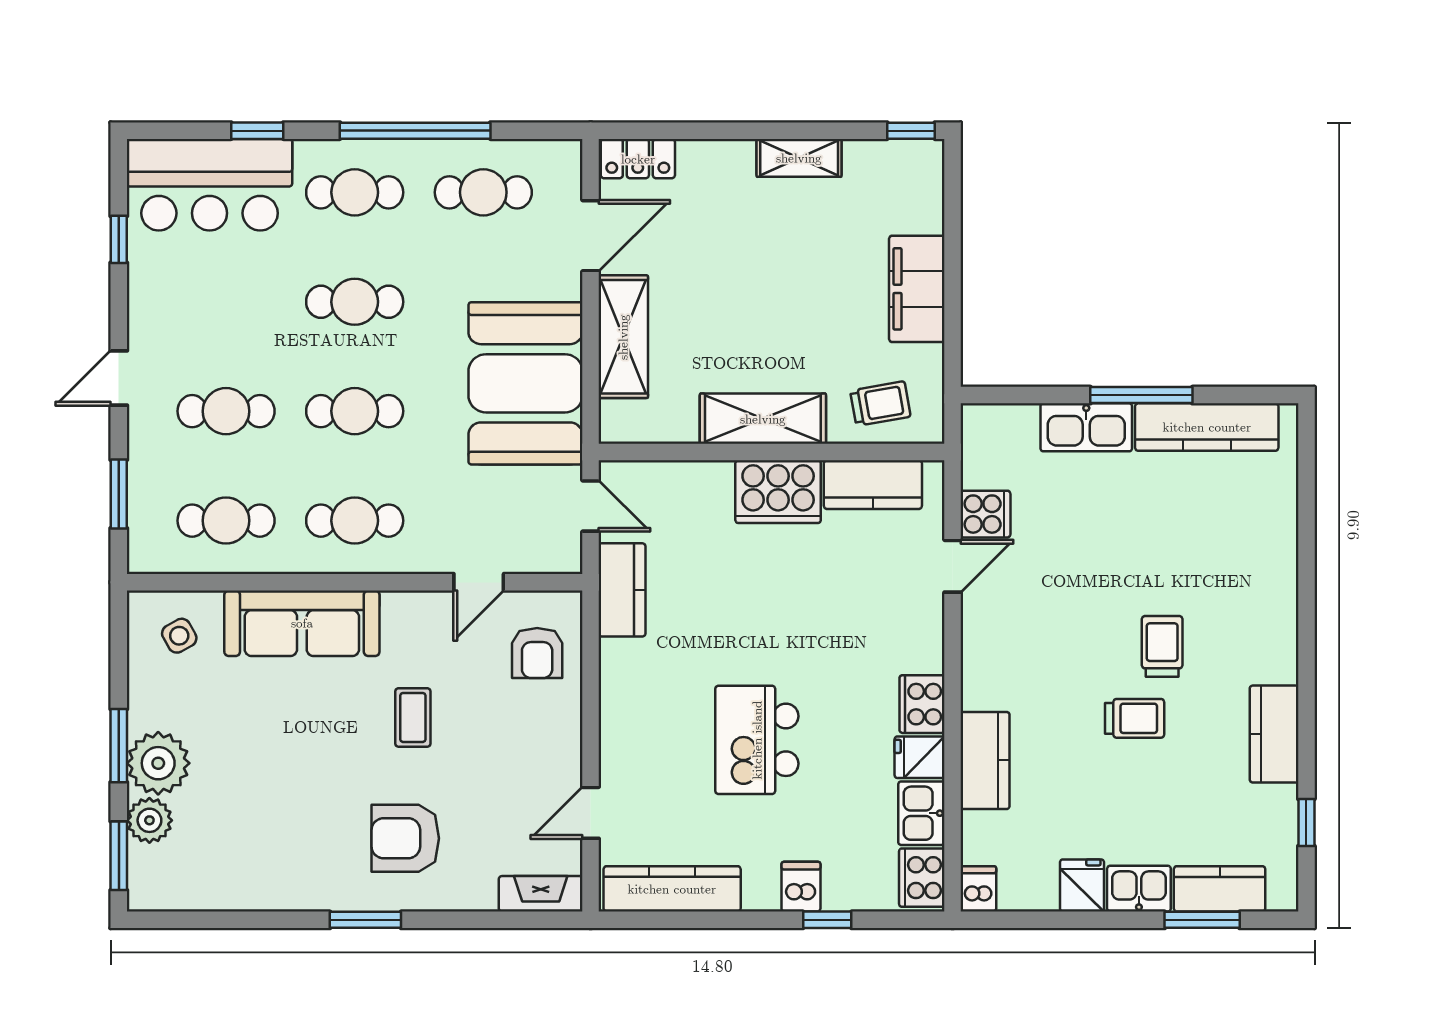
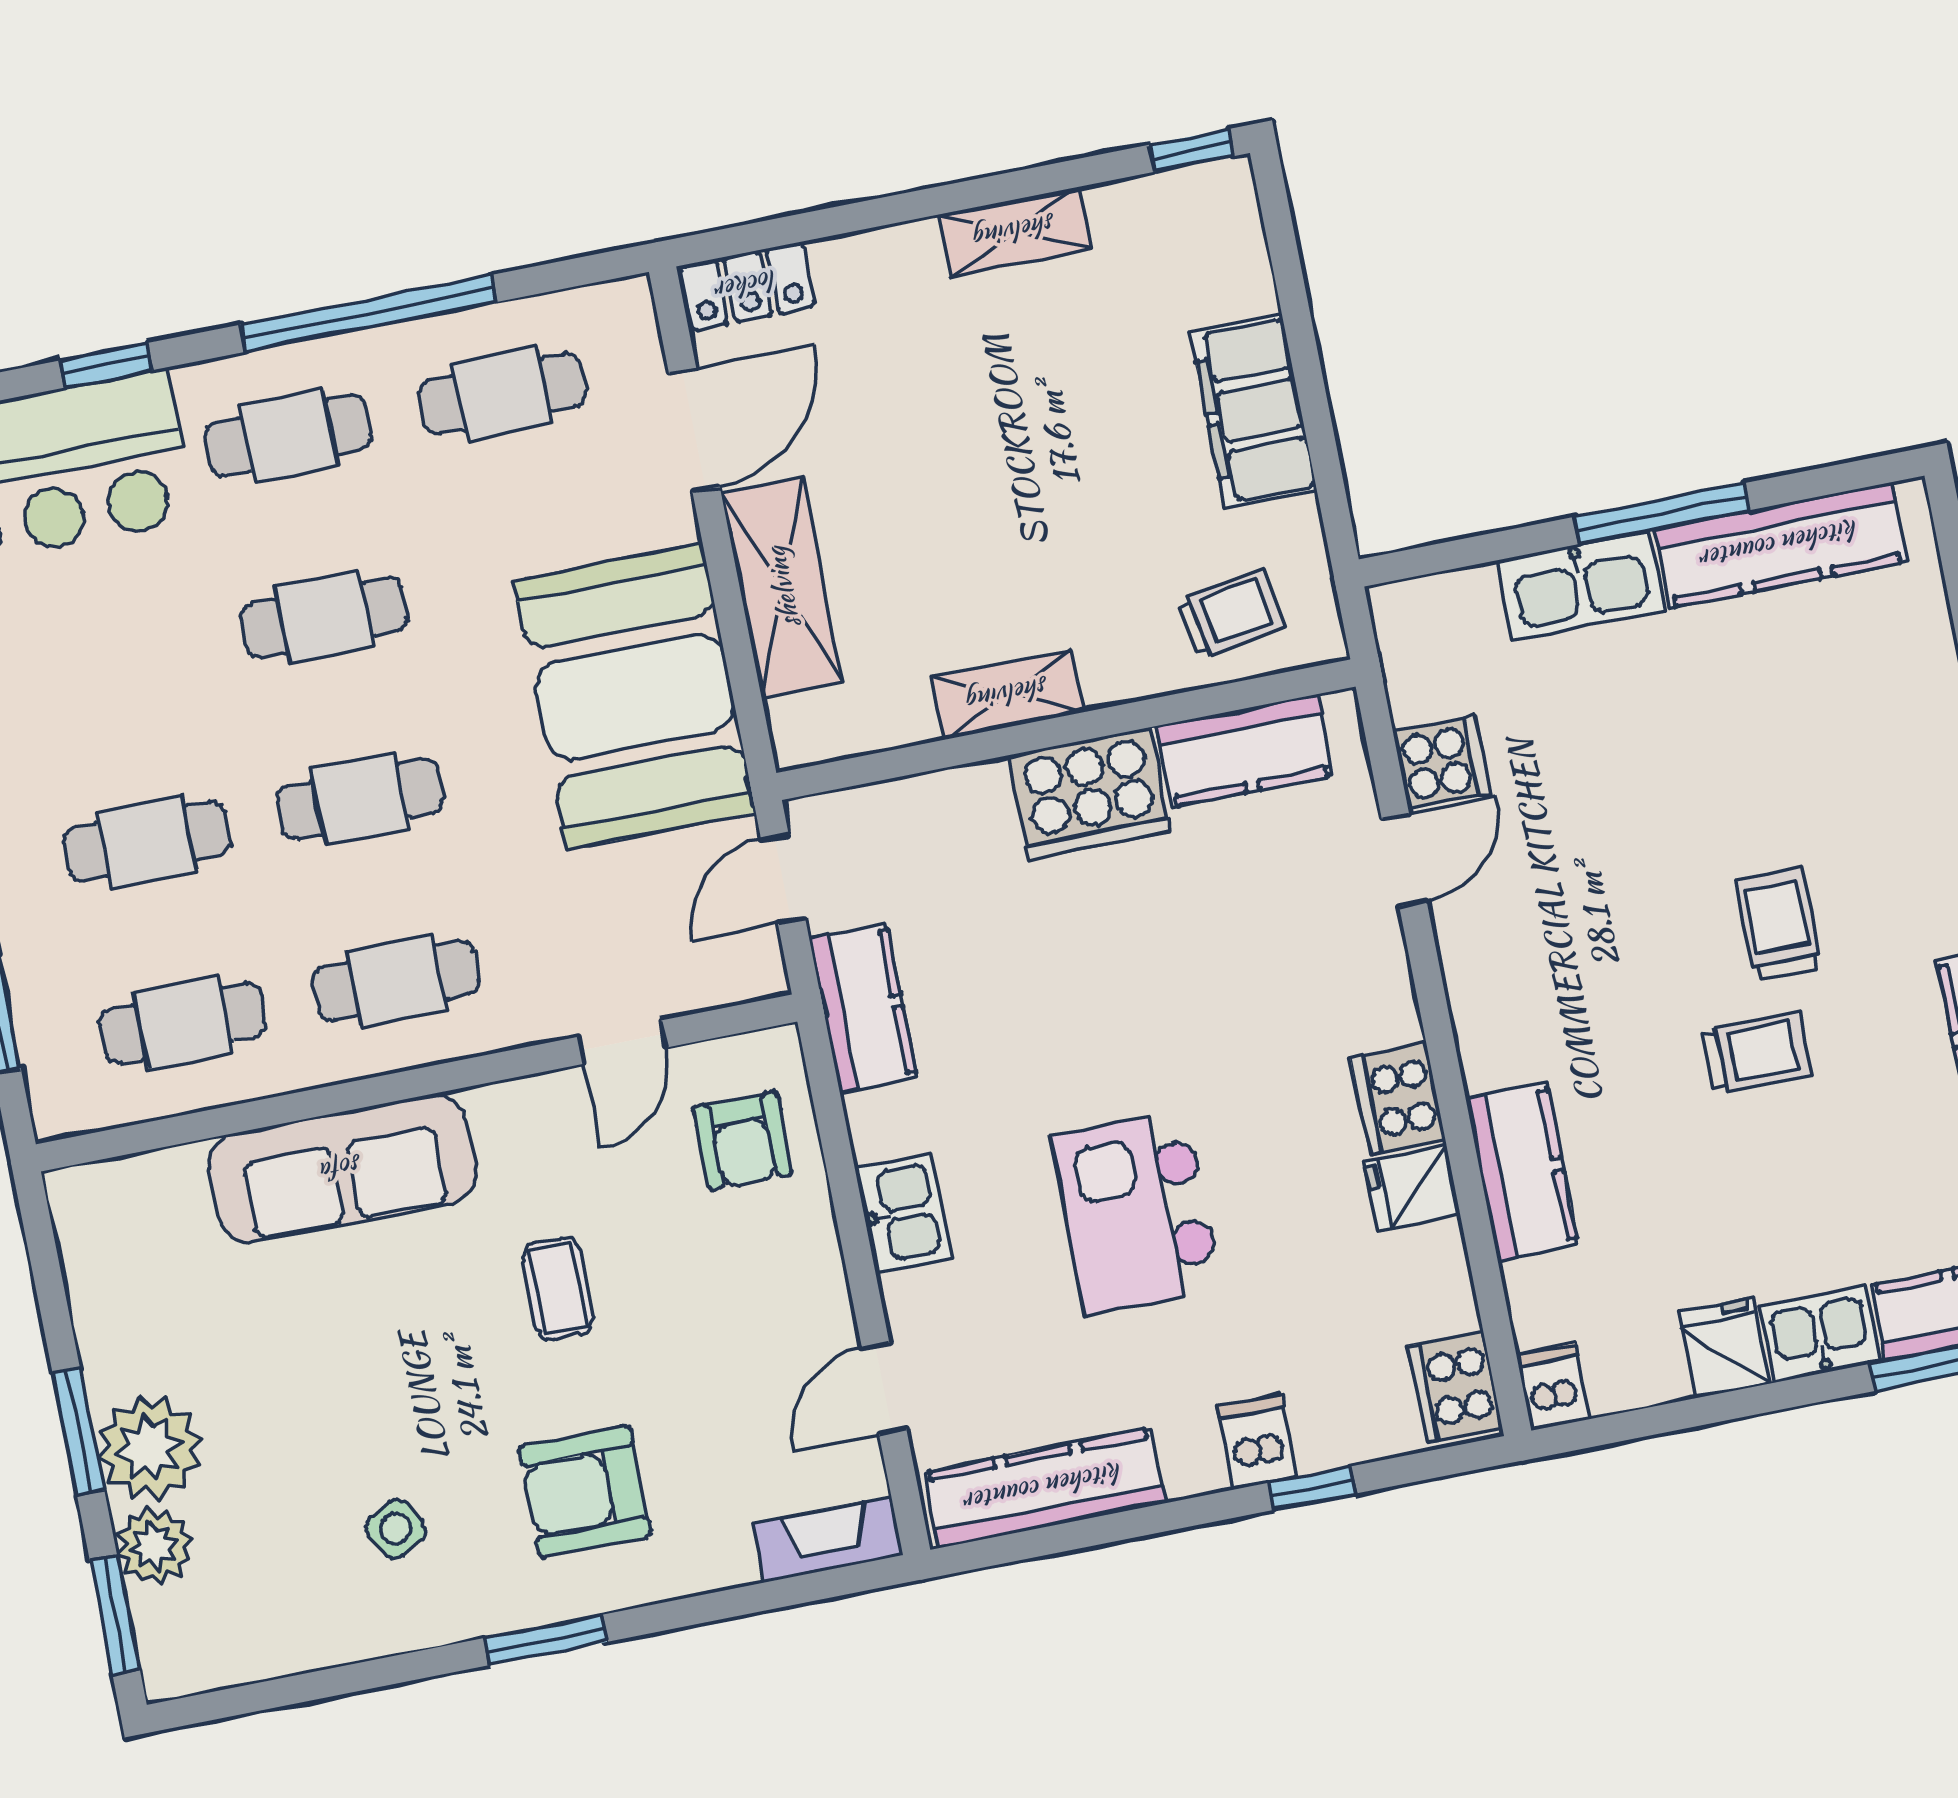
shelving: (763, 419) -> (1008, 695), width x0.67, depth x0.75
door: (591, 506) -> (783, 879), swing flipped
side table: (179, 636) -> (395, 1529), moved
kitchen sink: (921, 813) -> (903, 1213), moved, turned 180

